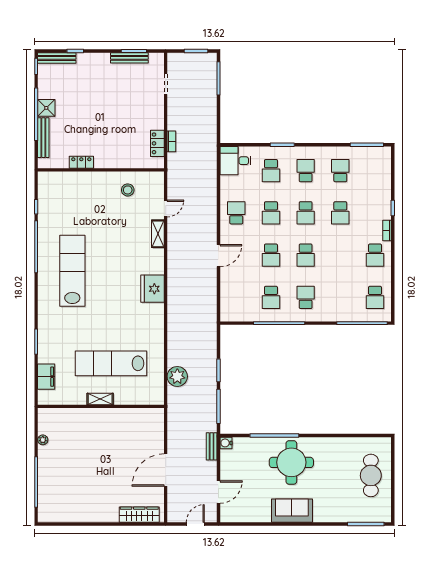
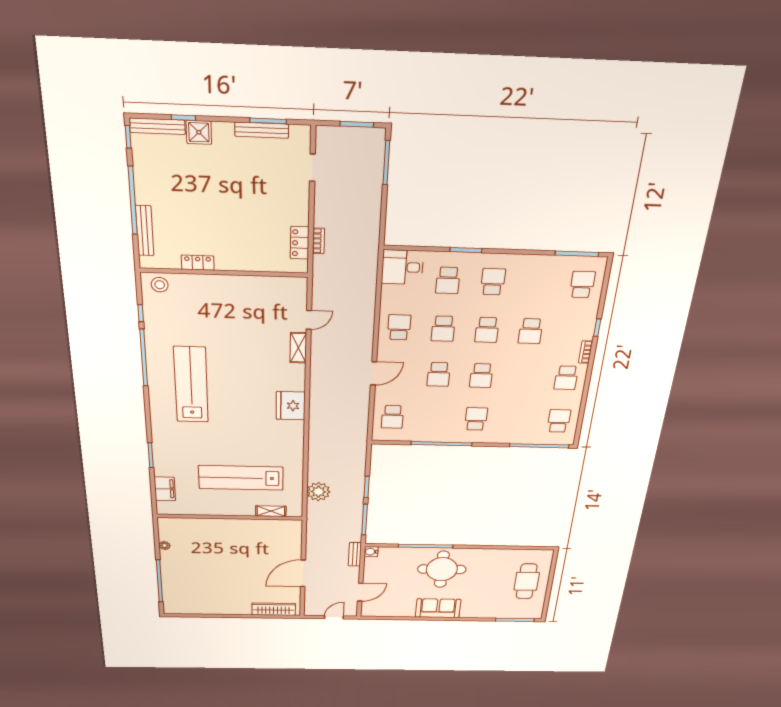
shower: (46, 108) -> (199, 132), moved
school desk: (340, 171) -> (582, 285), moved
stool: (128, 190) -> (160, 285), moved
school desk: (271, 297) -> (392, 417), moved
school desk: (375, 297) -> (559, 421), turned 180
shelving: (100, 399) -> (271, 511), moved

